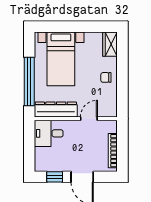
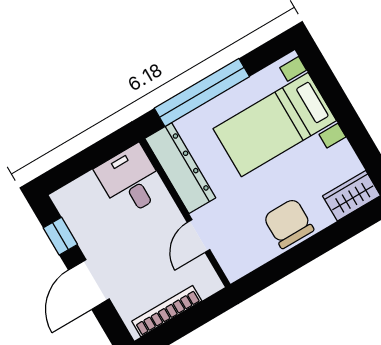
chair: (106, 77) -> (289, 223), width x1.87, depth x1.87
door: (89, 119) -> (199, 236), swing flipped

